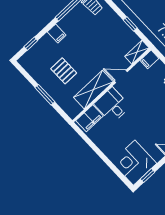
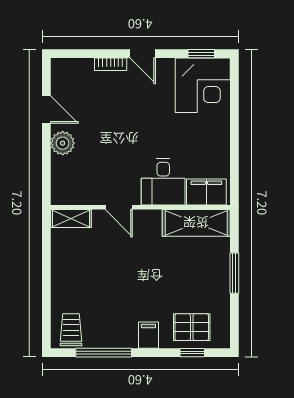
window: (130, 24) -> (46, 261), removed
filing cabinet: (149, 59) -> (64, 195), removed
pallet: (64, 71) -> (192, 327), moved, turned 90
shelving: (93, 90) -> (196, 223), moved

